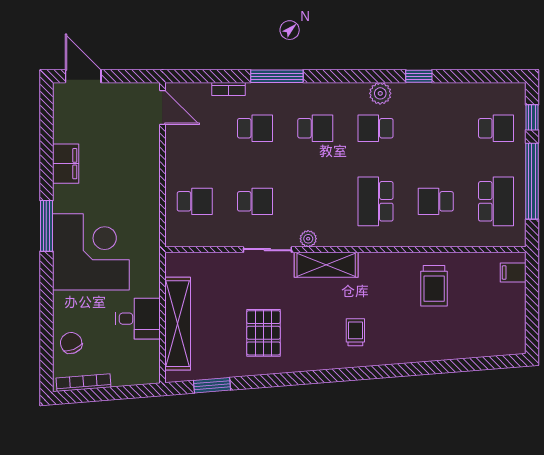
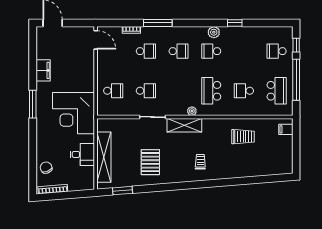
school desk: (496, 128) -> (277, 51), turned 180
plant: (308, 239) -> (192, 111), moved
corner desk: (91, 252) -> (74, 113), moved, turned 180
trolley: (434, 286) -> (243, 137), turned -90

